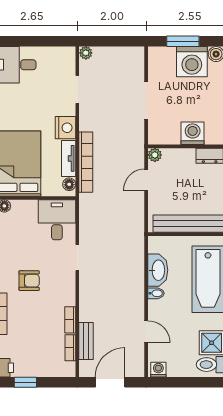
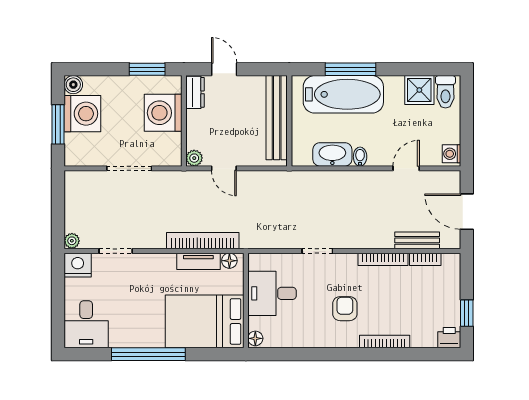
nightstand: (65, 128) -> (78, 265), moved
washing machine: (193, 133) -> (163, 113), width x1.37, depth x1.37
desk: (57, 220) -> (272, 293), moved
bookcase: (70, 320) -> (383, 259), width x1.56

